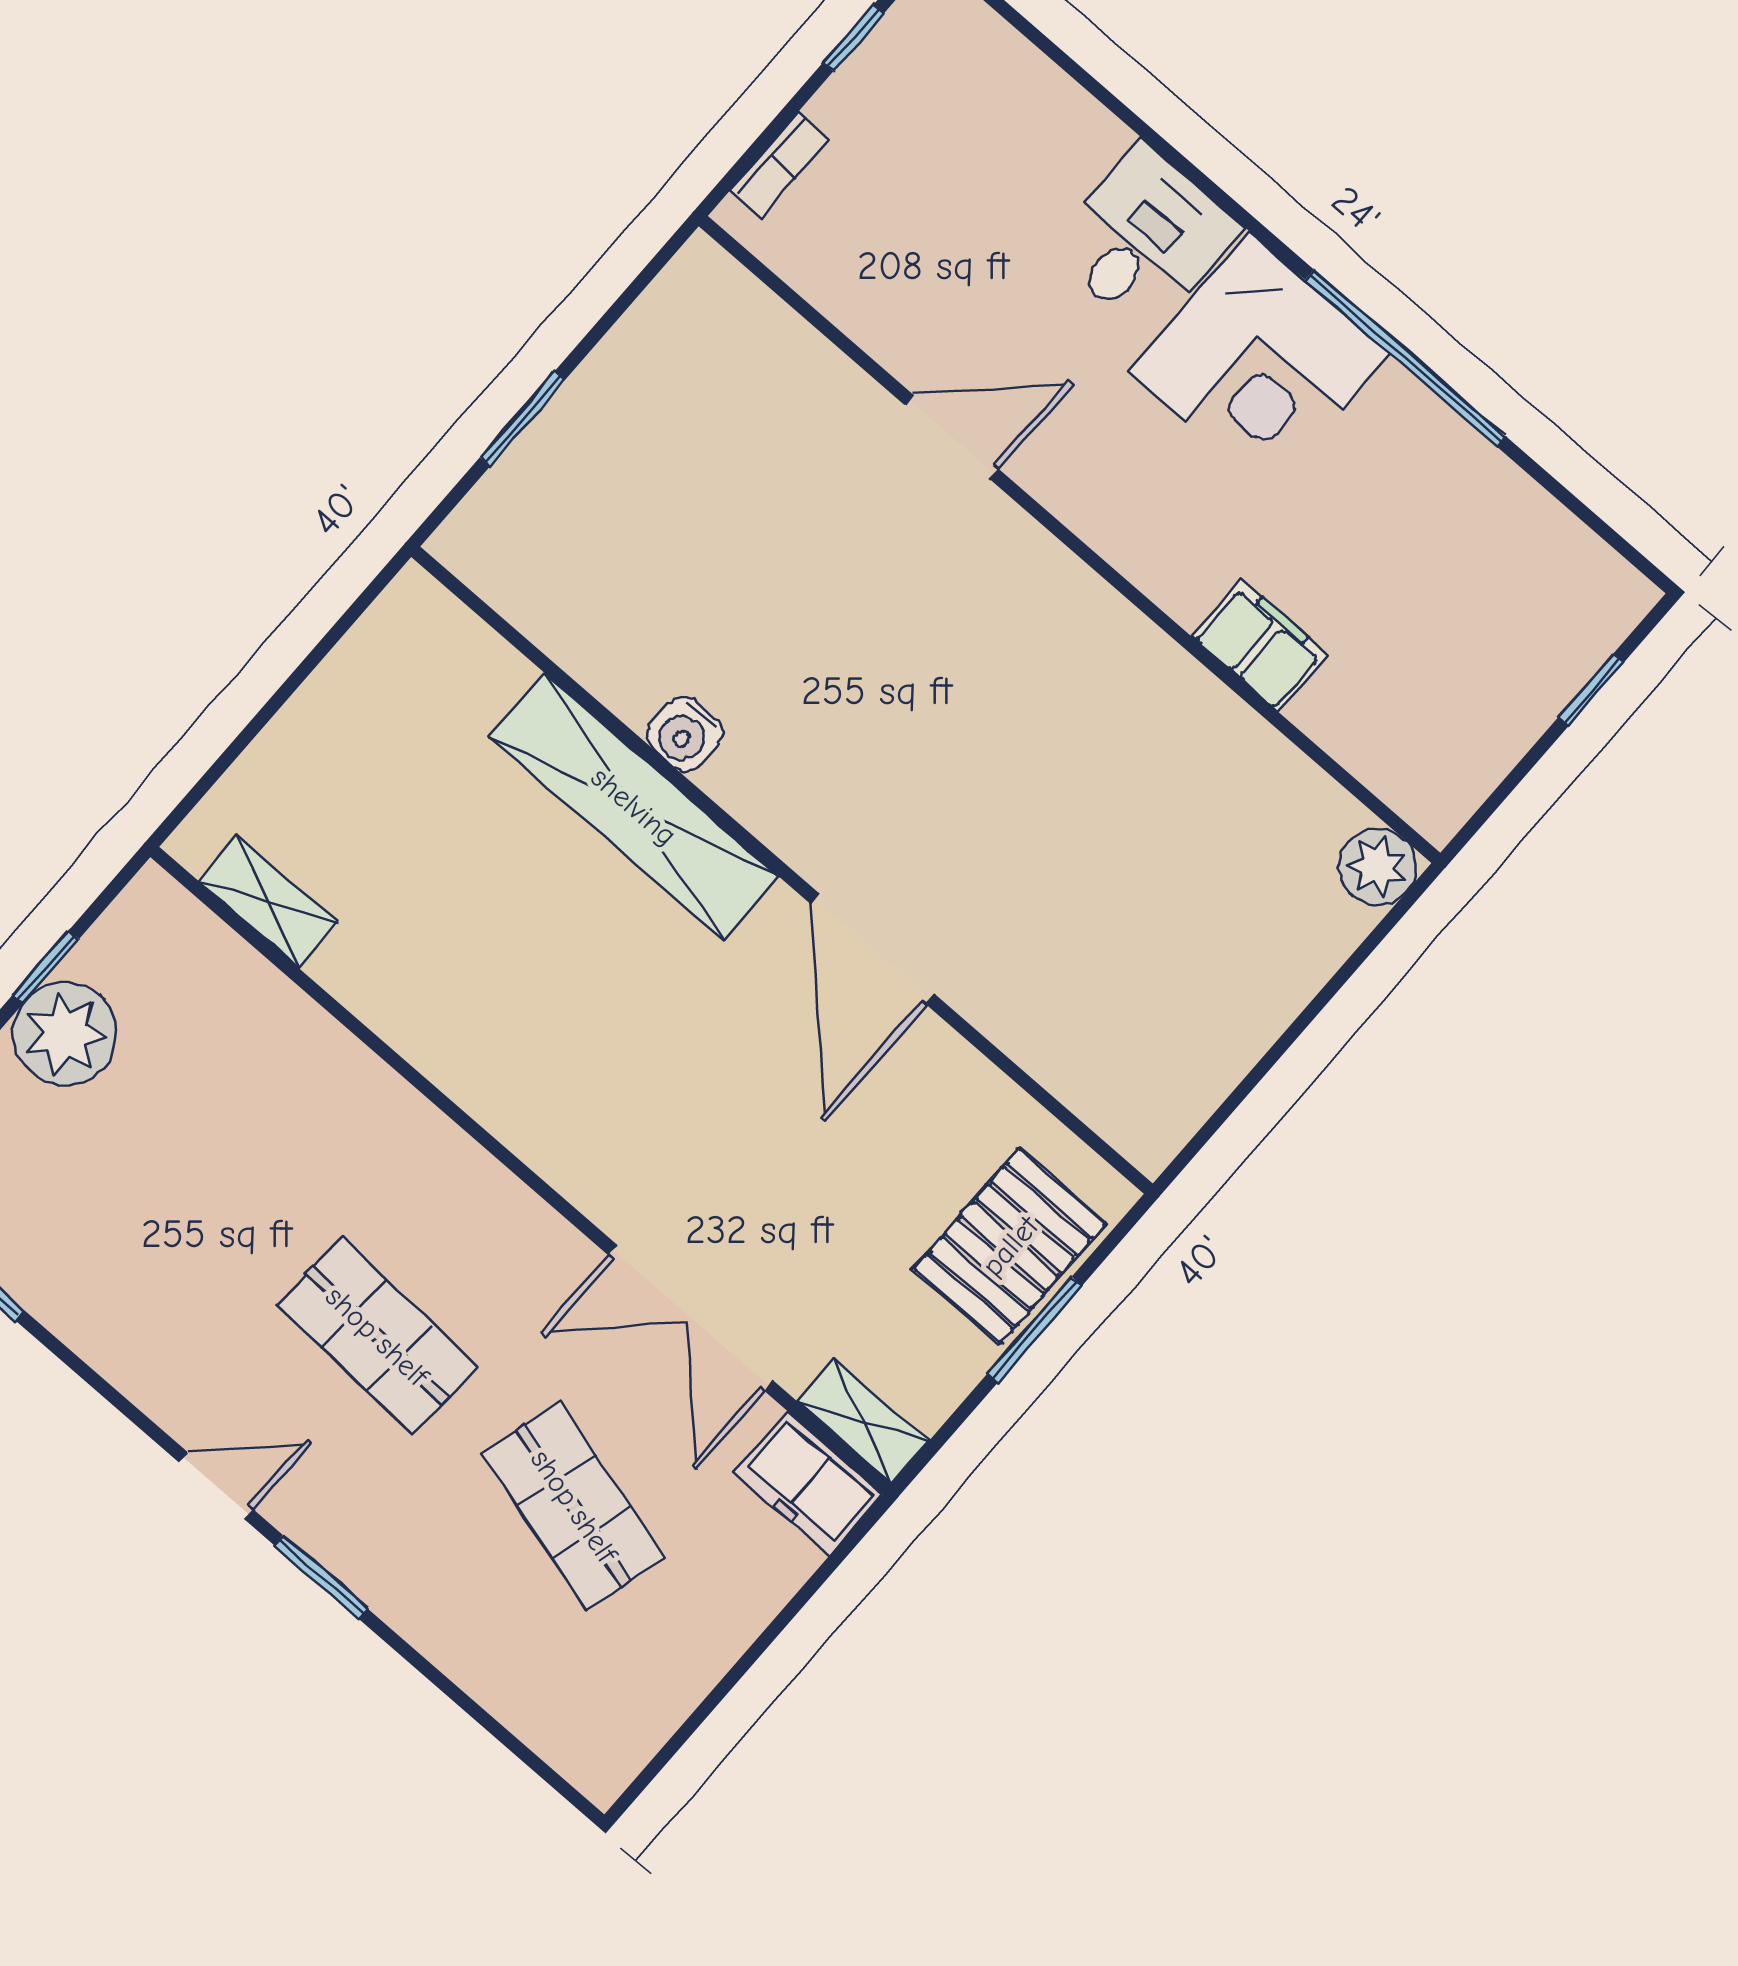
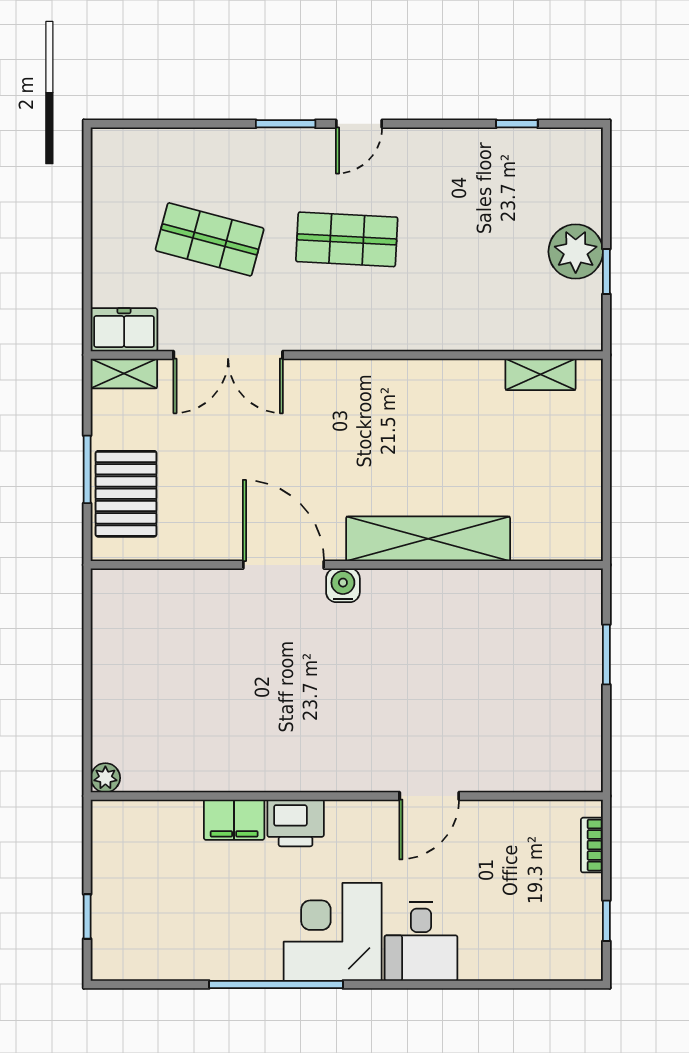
printer: (1176, 565) -> (296, 823), added
water cooler: (685, 734) -> (343, 585), moved
plant: (1378, 867) -> (105, 778), width x0.73, depth x0.73
double door: (691, 1318) -> (228, 355), swing flipped

